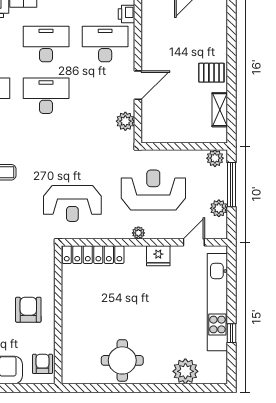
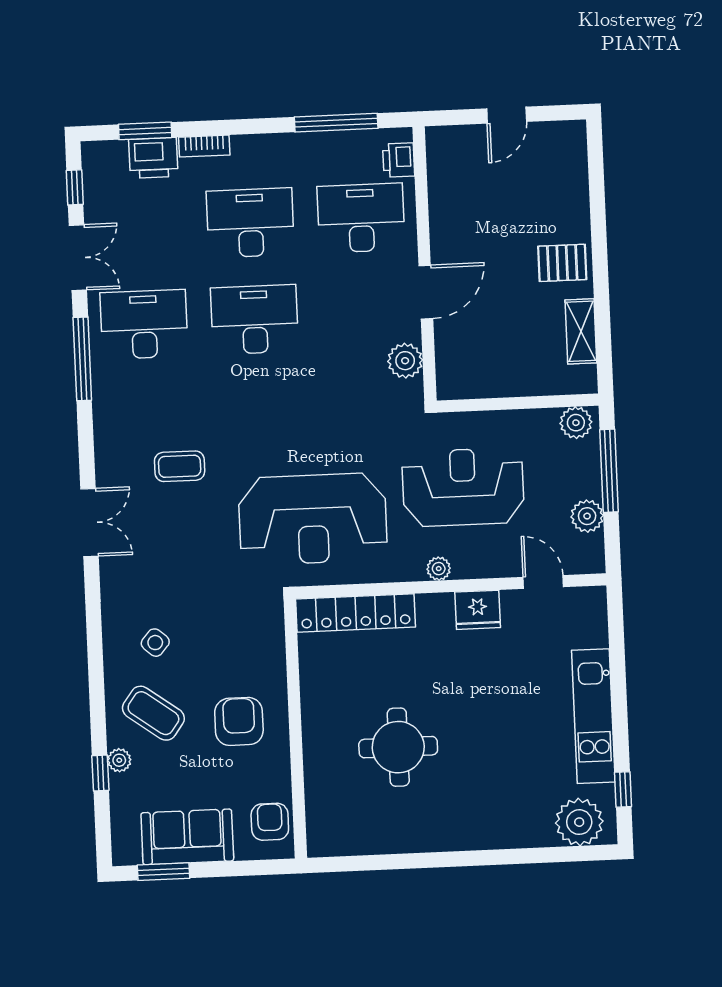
reception desk: (72, 203) -> (313, 519), width x1.36, depth x1.30
door: (194, 242) -> (543, 582), hinge flipped
kitchen unit: (217, 302) -> (593, 716), width x0.73
window: (232, 333) -> (623, 789), moved
round table: (122, 360) -> (398, 747), moved
plant: (185, 371) -> (579, 822), moved

